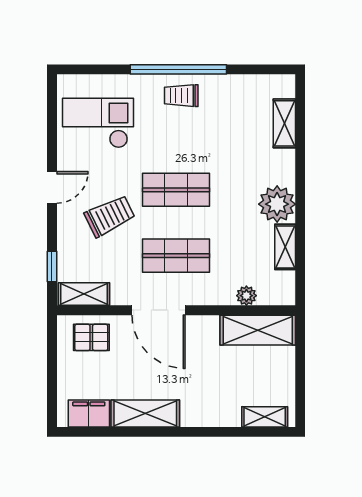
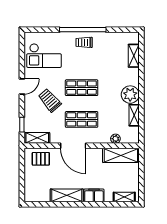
checkout: (98, 123) -> (44, 56), turned 180
trolley: (110, 216) -> (50, 100), turned -105
filing cabinet: (89, 413) -> (94, 195), moved

